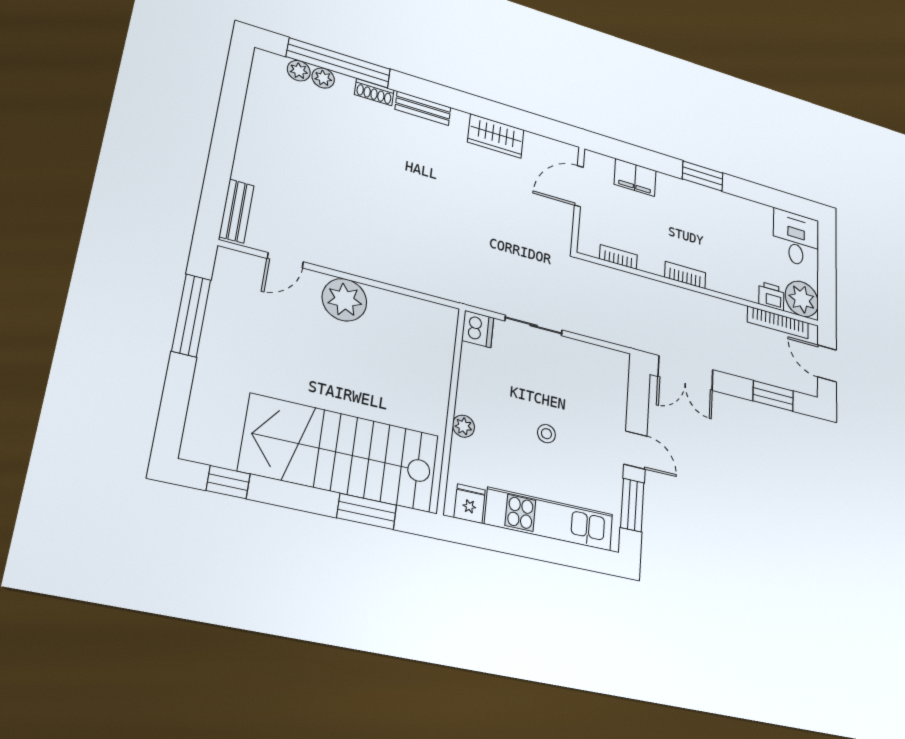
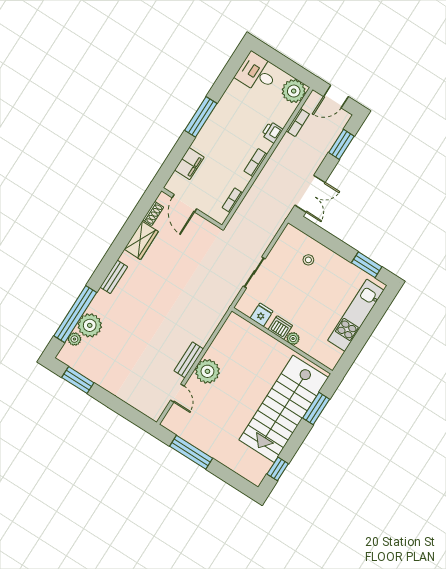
plant: (323, 78) -> (90, 325), width x1.87, depth x1.87
window: (234, 91) -> (78, 380), added
shoe rack: (374, 92) -> (153, 213), moved
window: (703, 176) -> (201, 117), width x1.44
bench: (237, 211) -> (189, 360), moved, turned 90
printer: (771, 296) -> (272, 132), moved
bookcase: (778, 322) -> (298, 122), width x0.64
dishwasher: (478, 329) -> (280, 328), moved
stool: (546, 434) -> (308, 260), moved
door: (635, 450) -> (340, 248), removed
fridge: (470, 504) -> (262, 315), moved, turned 90

